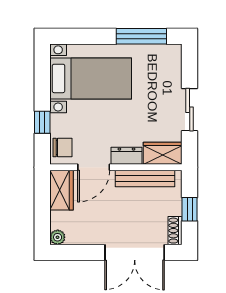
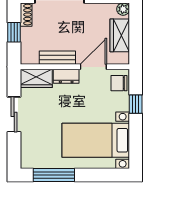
bench: (145, 178) -> (57, 58), width x0.73
wardrobe: (62, 190) -> (120, 35), moved

